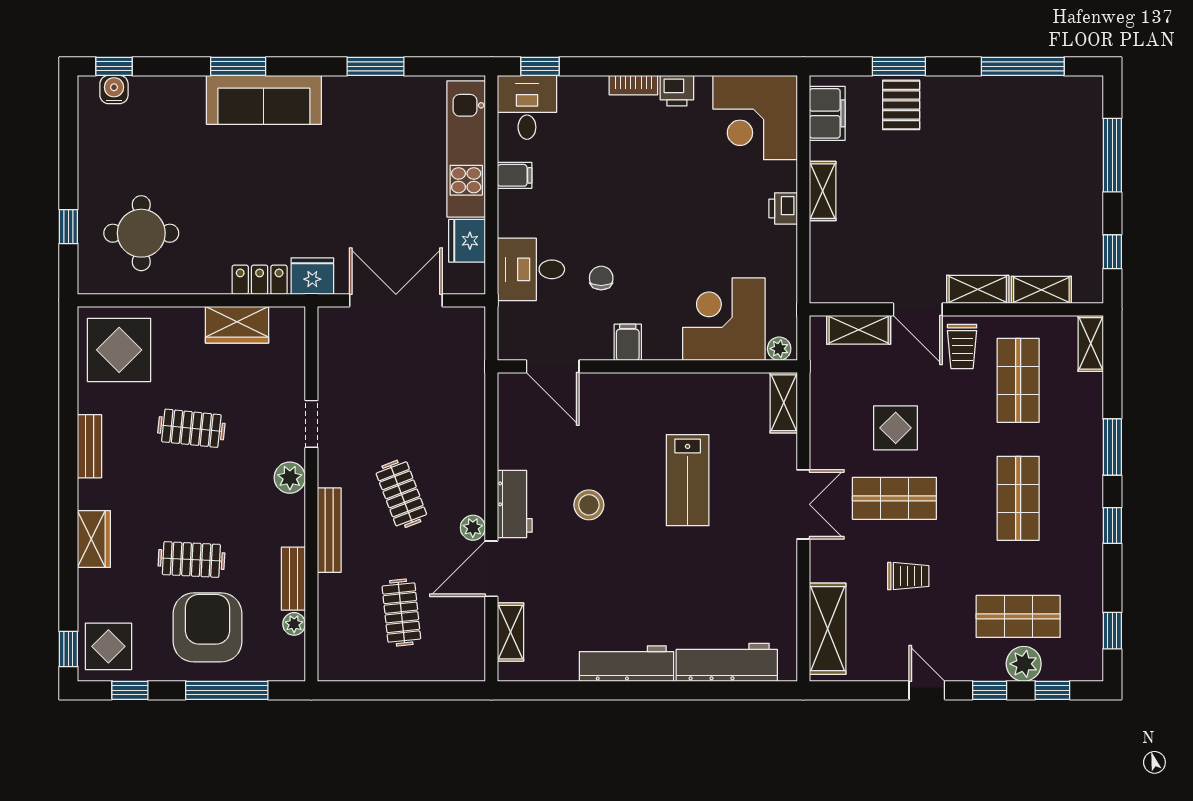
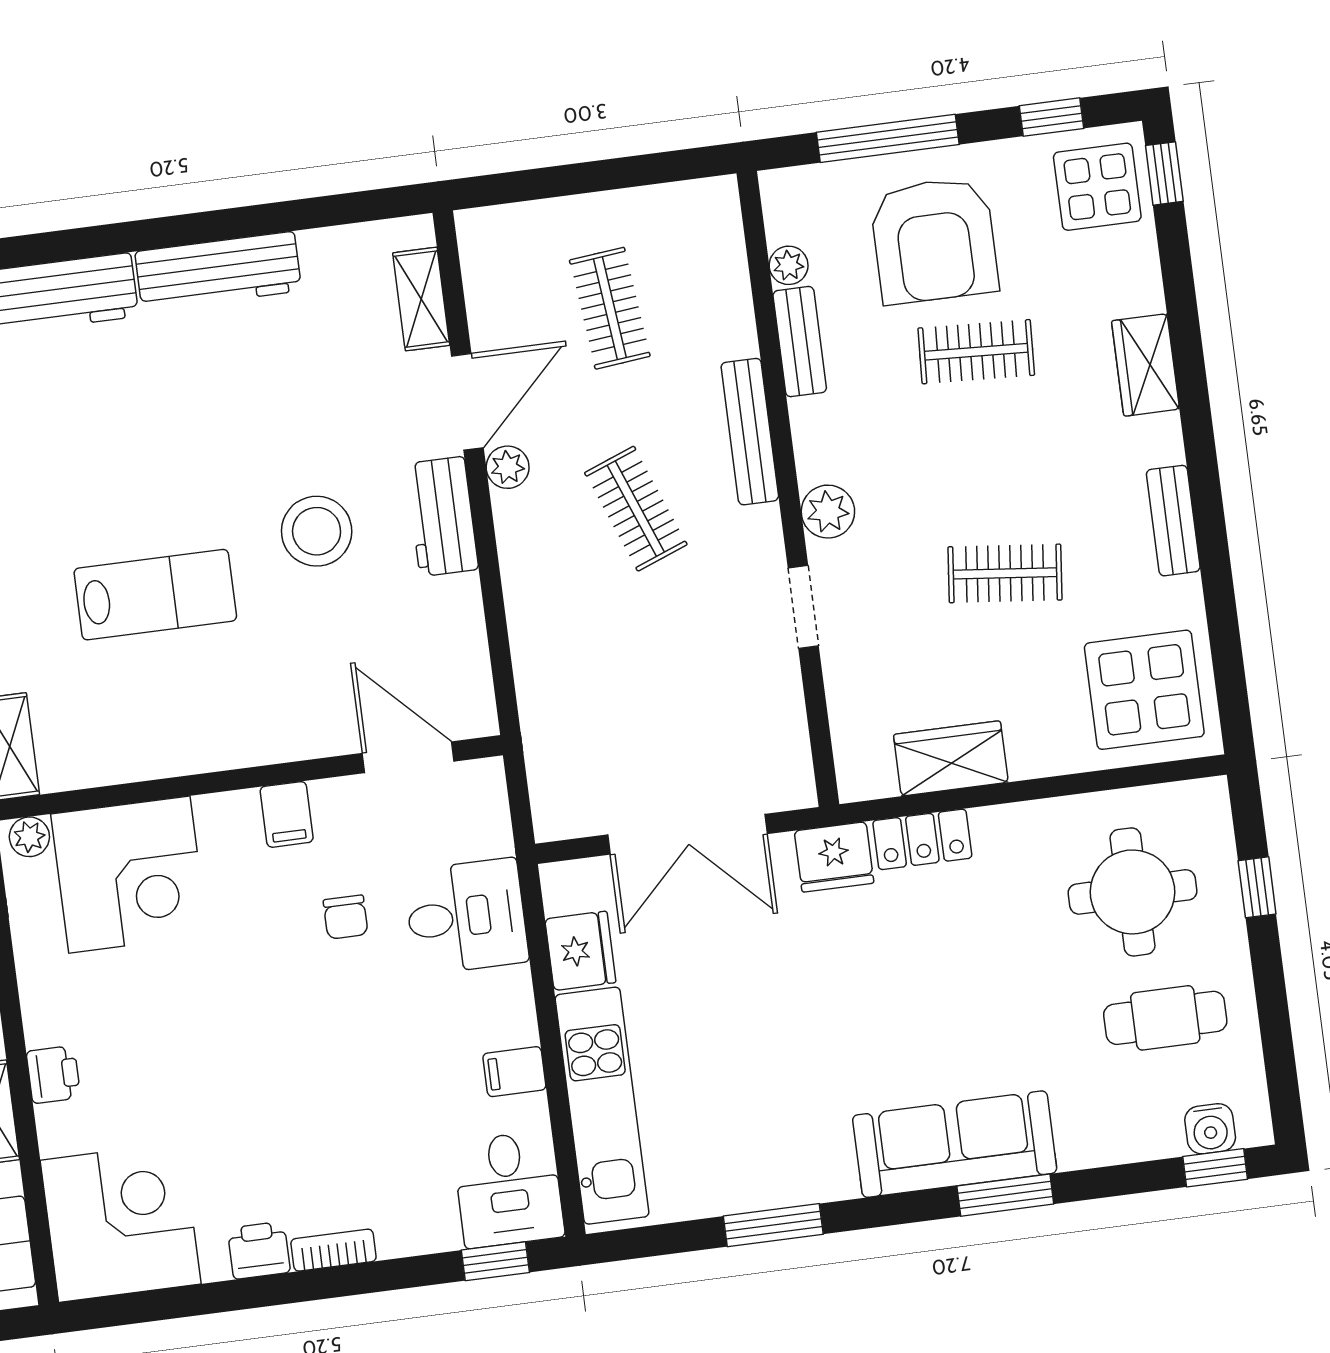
cafe table: (132, 157) -> (1165, 1018), added
lab bench: (688, 480) -> (155, 595), turned 90
stool: (589, 505) -> (317, 531), width x1.38, depth x1.38

